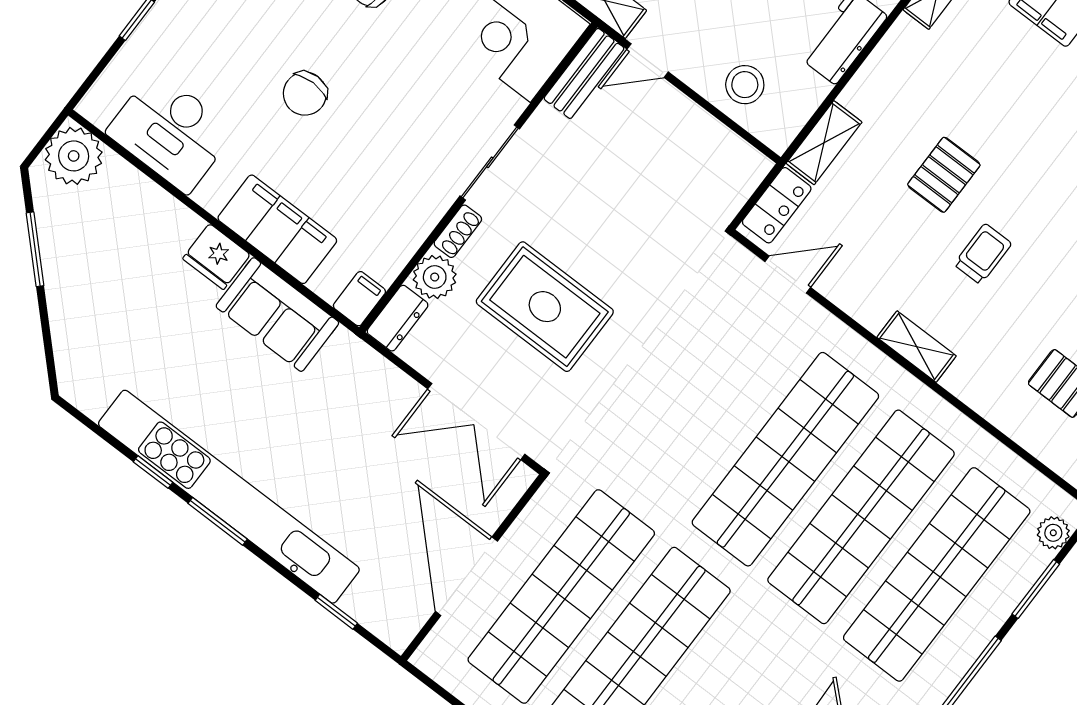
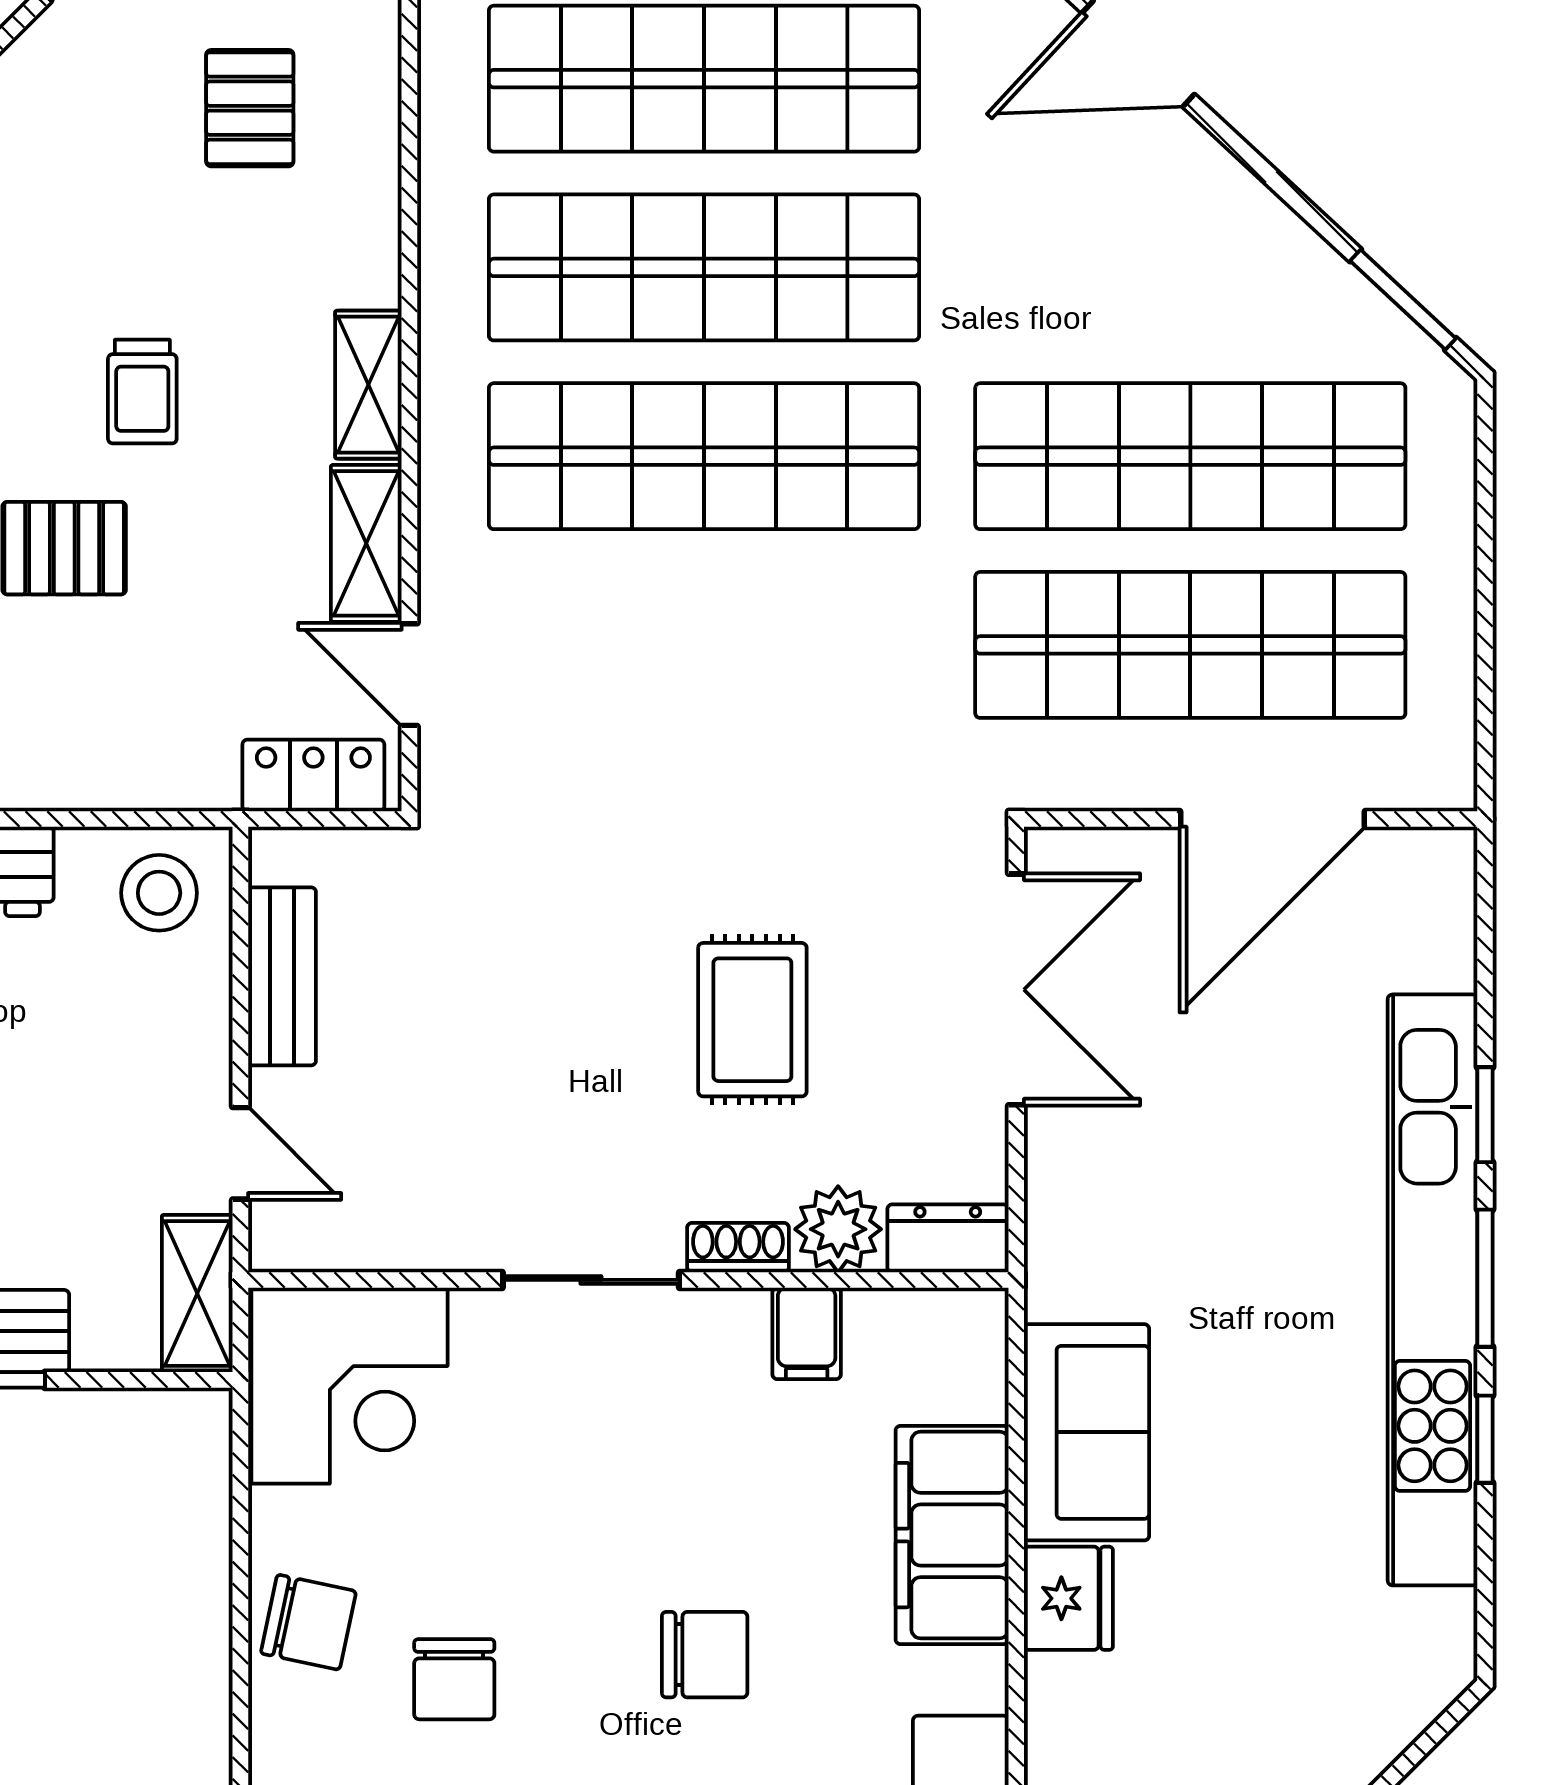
bench: (584, 73) -> (282, 976), moved, turned 90
stool: (745, 85) -> (159, 893), moved
shelving: (824, 143) -> (366, 543), moved, turned 90
trolley: (983, 254) -> (142, 392), turned -90
filing cabinet: (359, 299) -> (807, 1333), moved, turned -90
rug: (545, 307) -> (752, 1020), width x0.73, depth x0.70
window: (336, 612) -> (1485, 1115), moved

